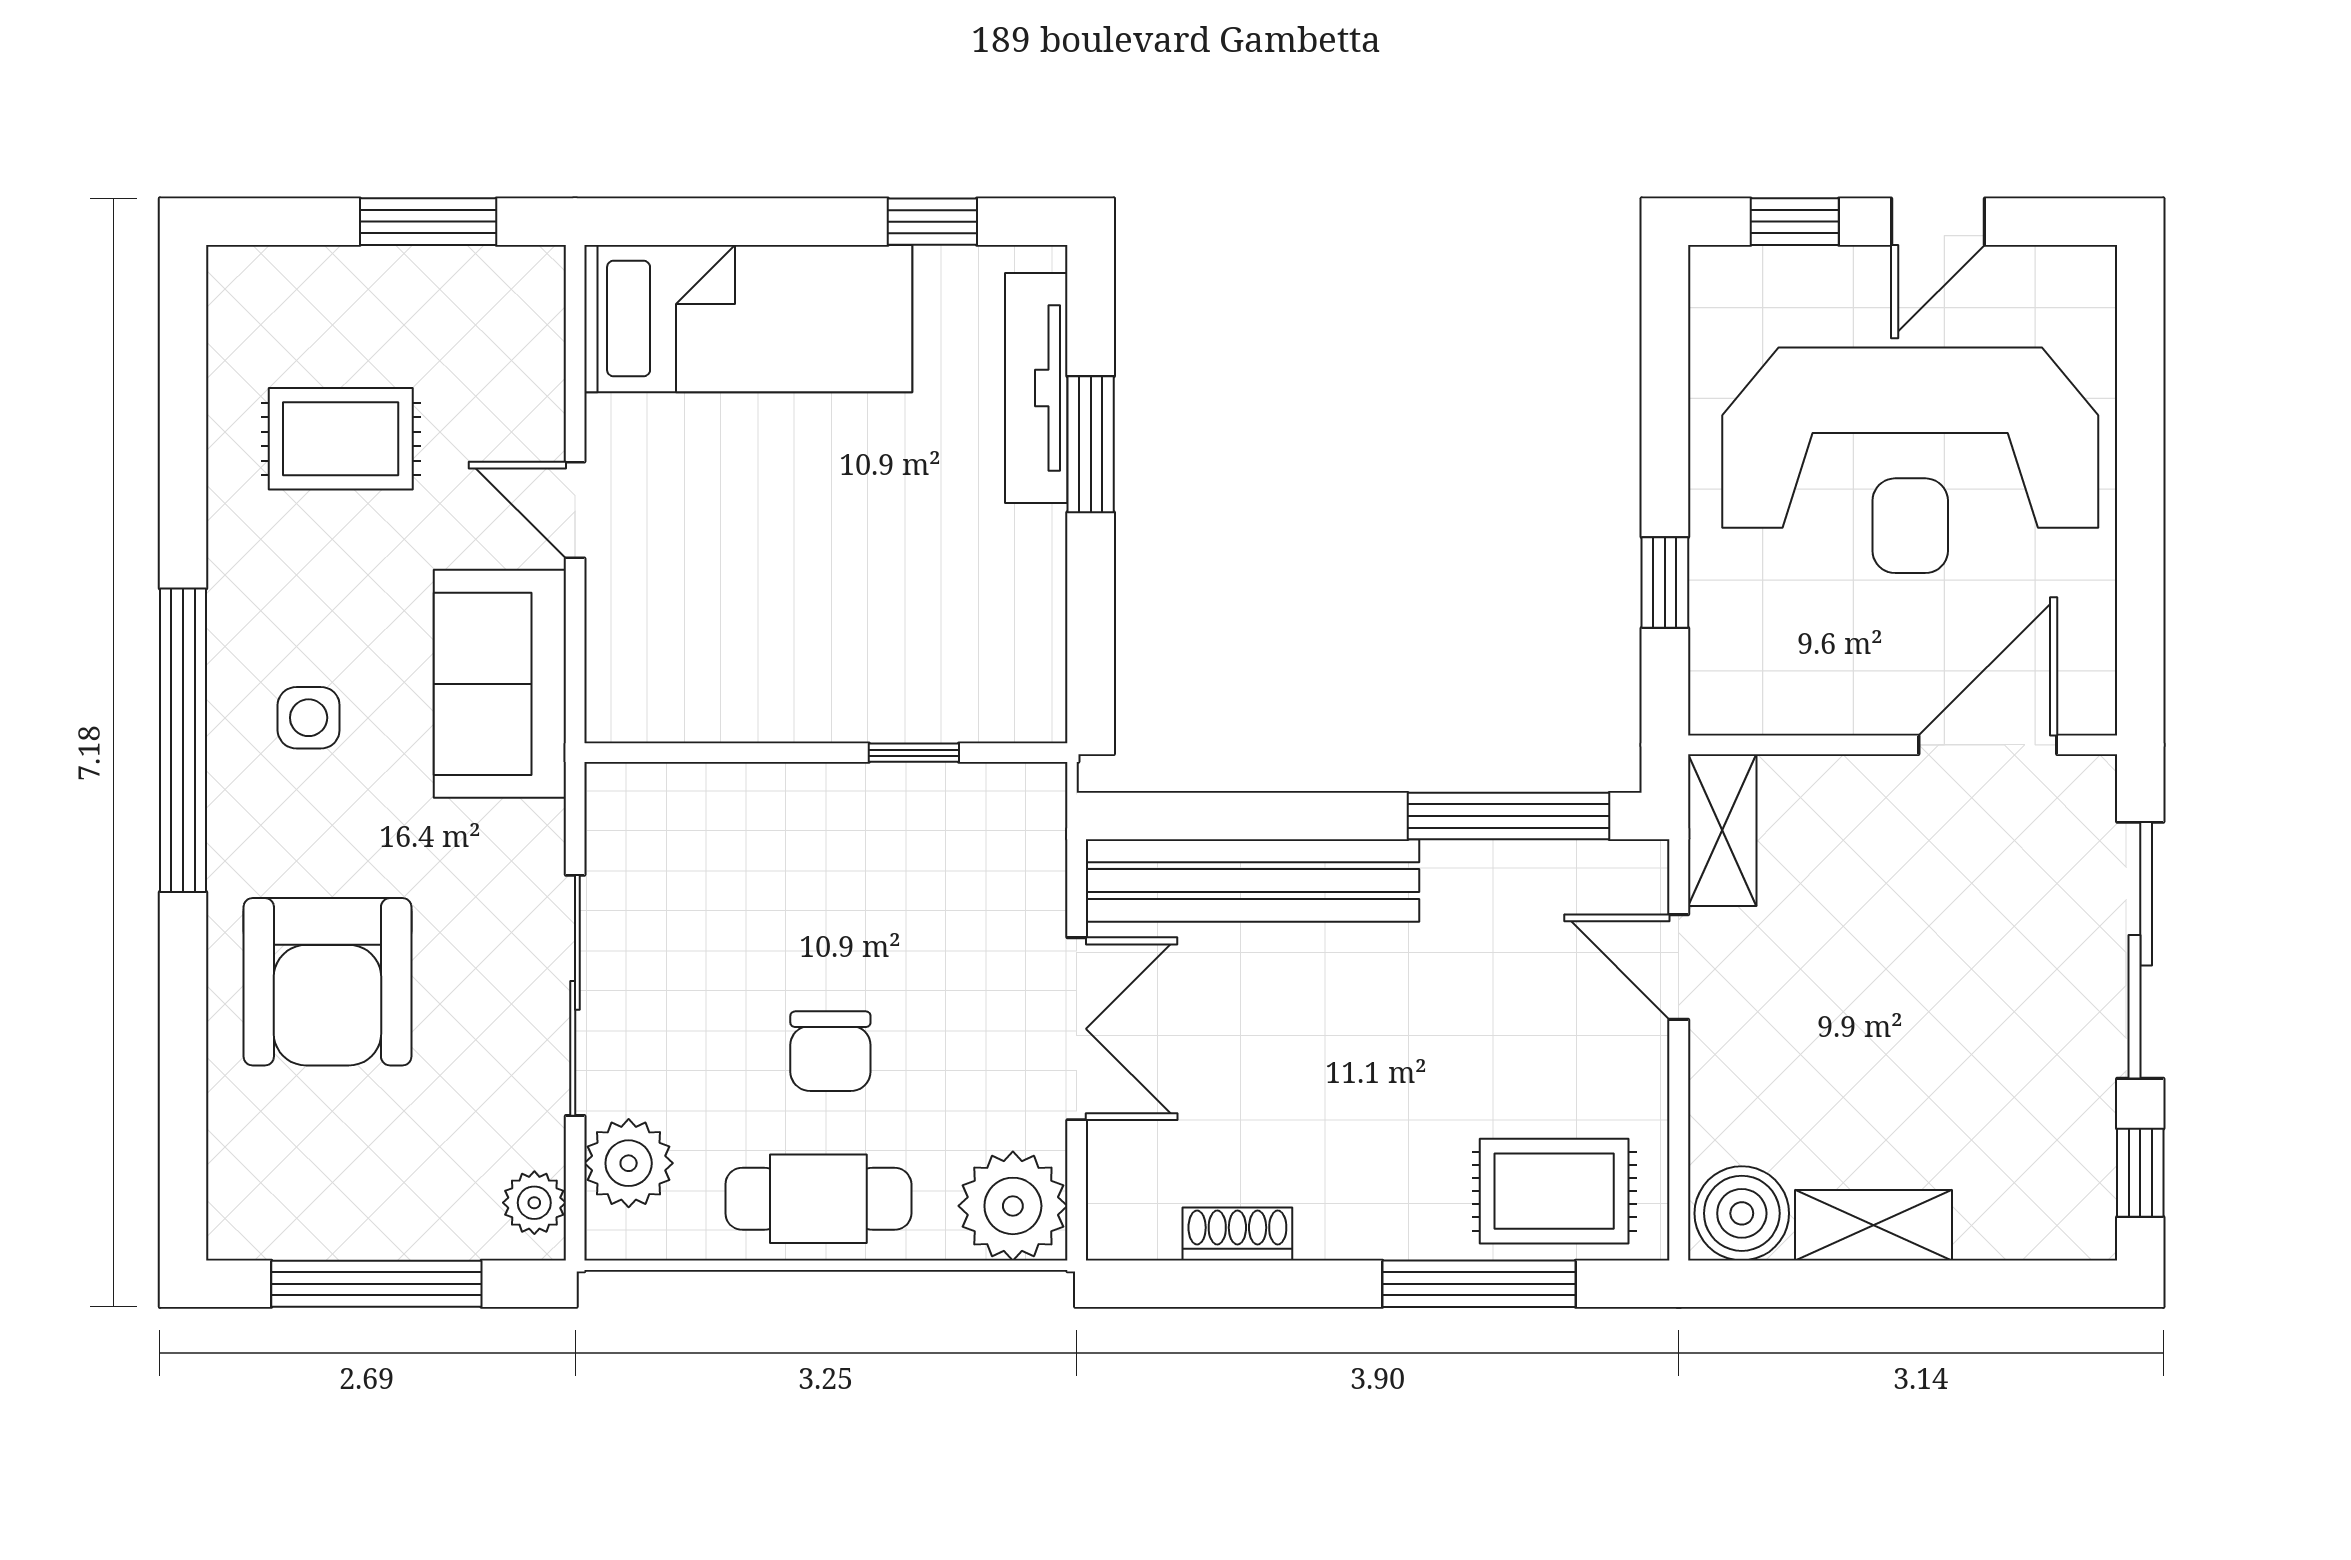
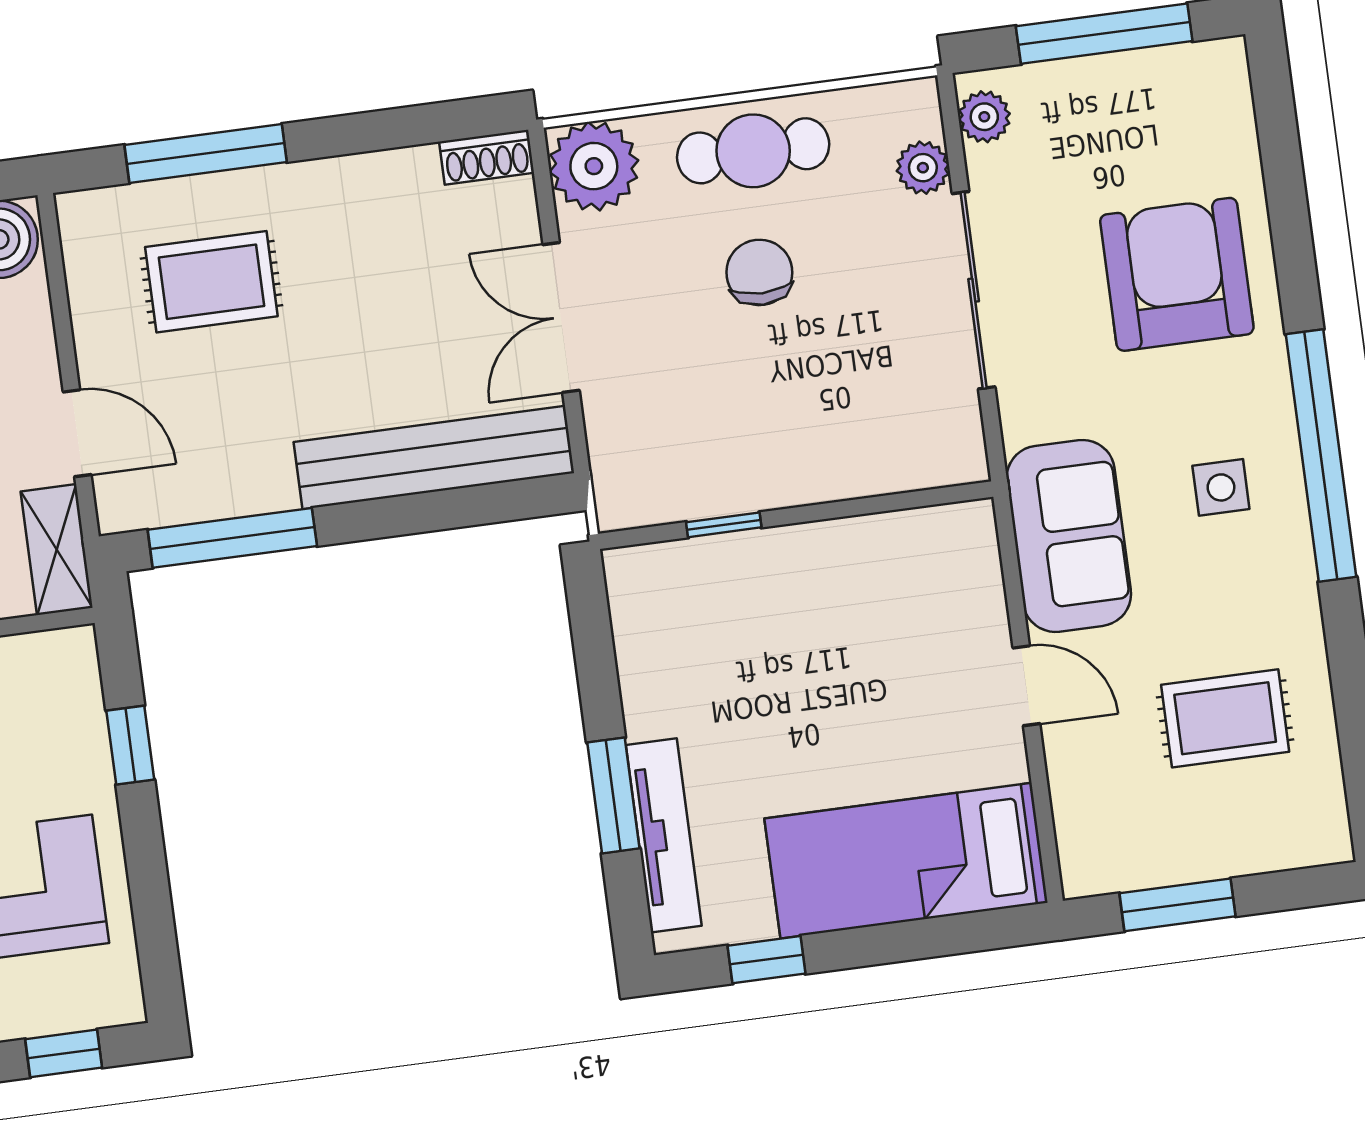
plant: (629, 1163) -> (923, 168), width x0.73, depth x0.73
rug: (1554, 1191) -> (211, 282), moved
shoe rack: (1237, 1234) -> (487, 157), moved

